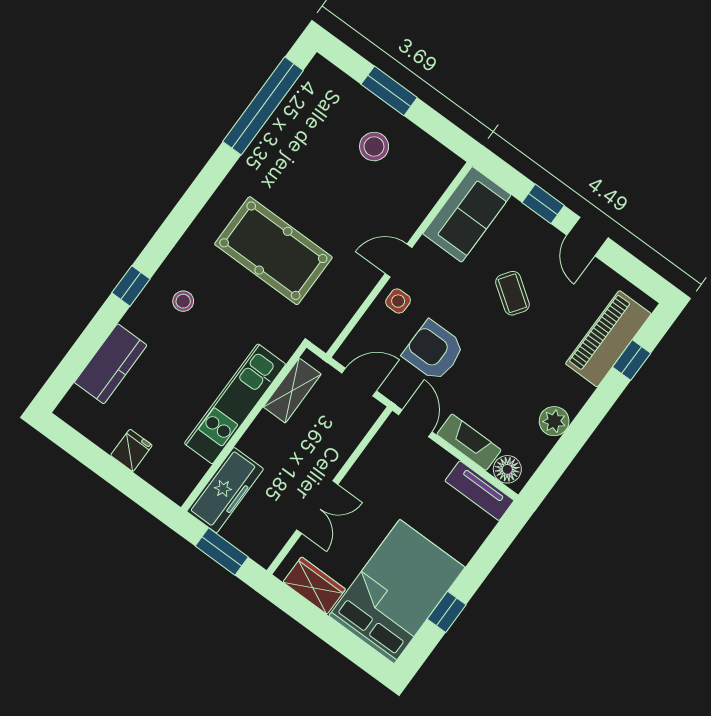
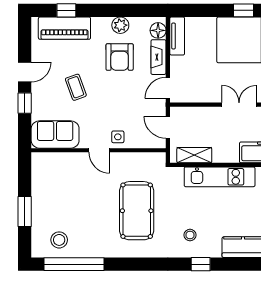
stool: (374, 147) -> (59, 240), moved
coffee table: (512, 293) -> (76, 87), turned -55
armchair: (434, 351) -> (120, 57), moved

